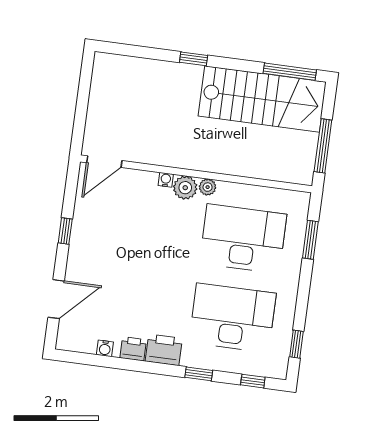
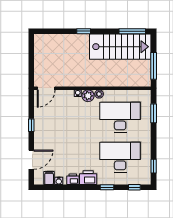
filing cabinet: (86, 340) -> (49, 178), added

